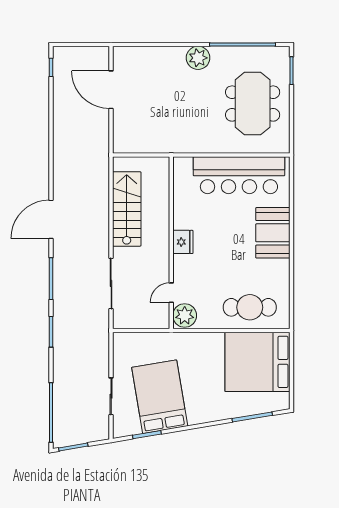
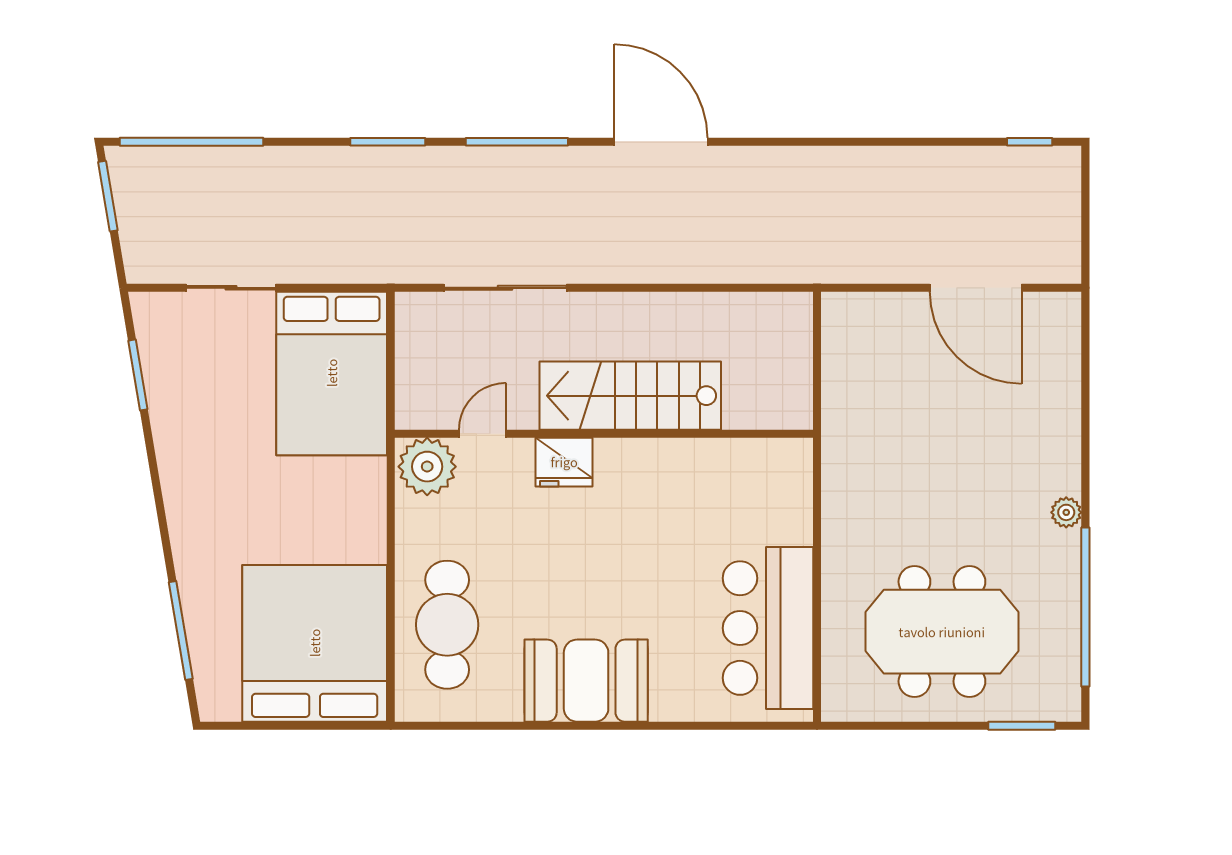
plant: (198, 58) -> (1066, 512), width x0.53, depth x0.53
door: (111, 90) -> (976, 288), swing flipped
bar counter: (239, 175) -> (768, 628), width x0.73
stairs: (127, 209) -> (630, 396), moved, turned 180
booth: (273, 233) -> (586, 681), moved
fridge: (183, 242) -> (564, 462), moved
door: (171, 293) -> (483, 434), hinge flipped
bed: (160, 397) -> (332, 373), moved, turned 100

